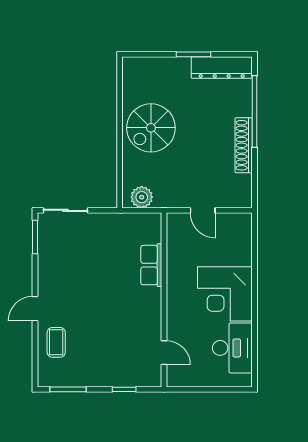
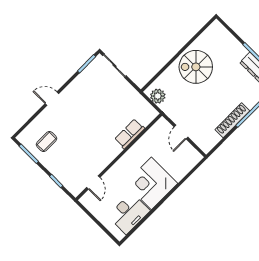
coffee table: (56, 342) -> (46, 142), moved

